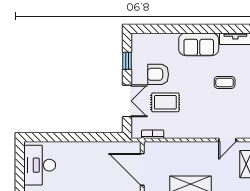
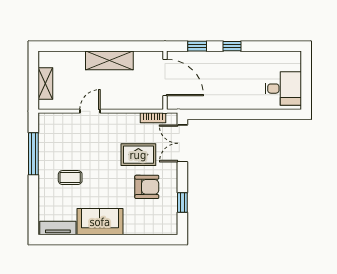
double door: (127, 101) -> (182, 143), moved
door: (227, 140) -> (90, 111), moved
desk: (40, 165) -> (283, 89), width x0.73

